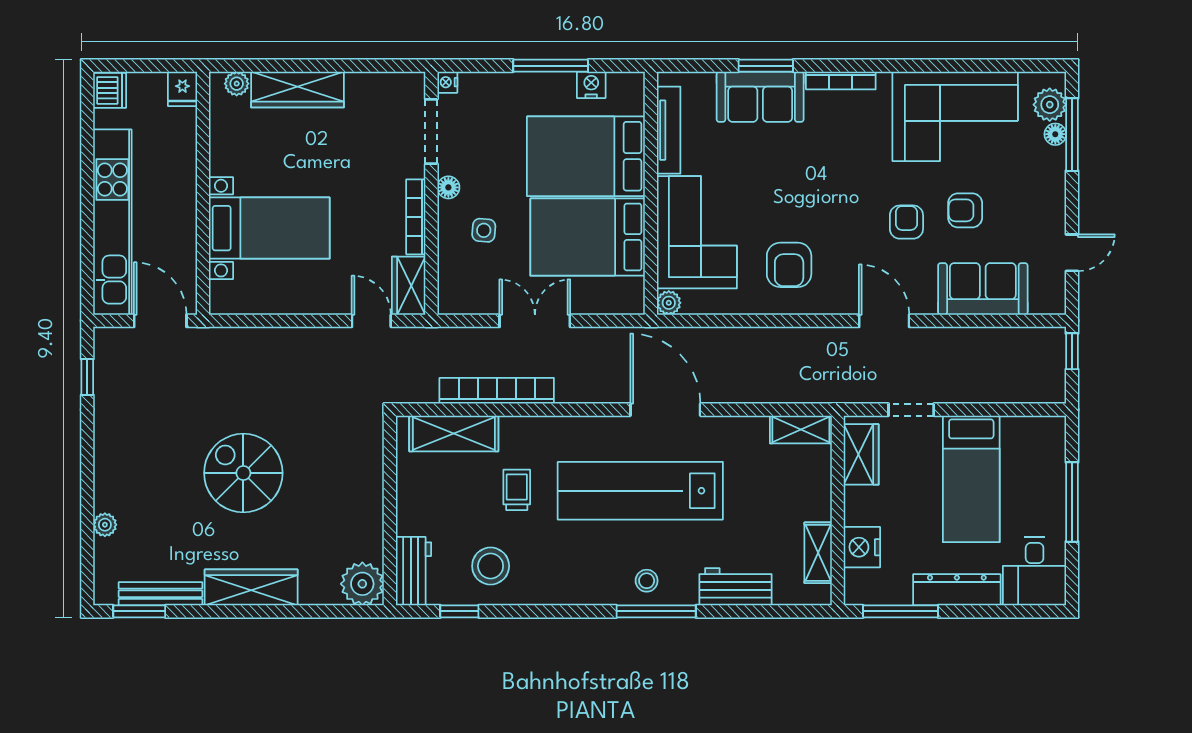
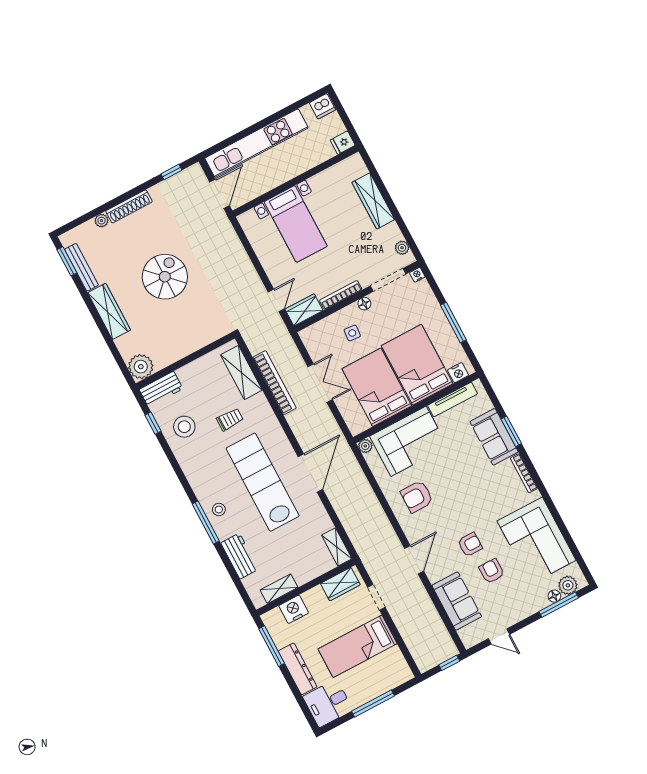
plant: (237, 84) -> (402, 248), moved
nightstand: (591, 85) -> (458, 373), moved, turned 90
shoe rack: (106, 471) -> (129, 206), added

